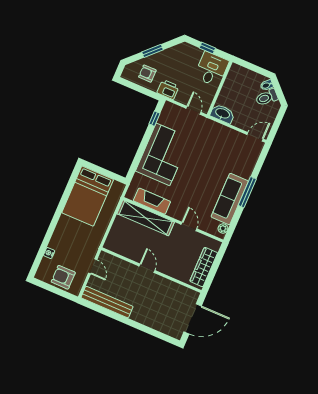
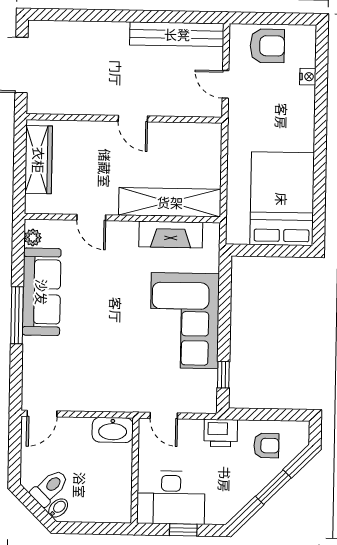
desk: (212, 69) -> (171, 498), width x1.37

